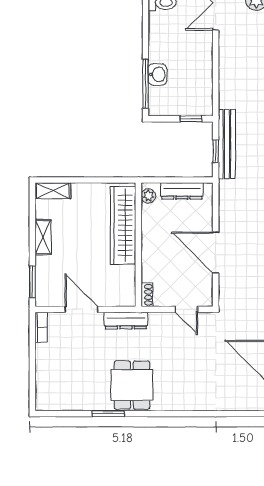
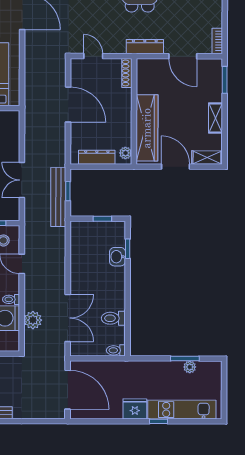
window: (146, 84) -> (128, 249), width x0.46
window: (191, 119) -> (102, 219), moved
door: (90, 180) -> (175, 167), added
shoe rack: (147, 295) -> (127, 73), width x1.43

